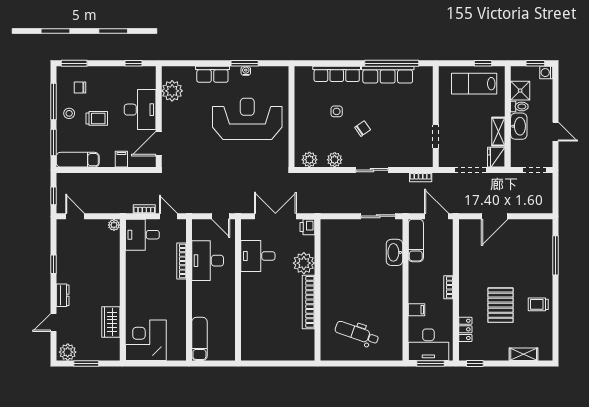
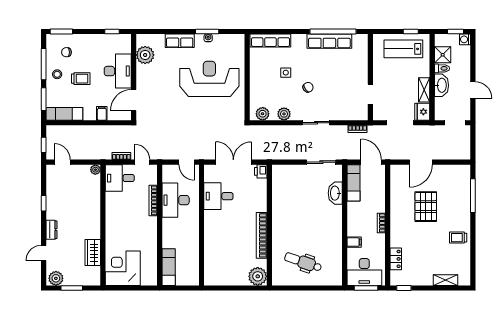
row of seats: (337, 74) -> (270, 41), moved
plant: (304, 263) -> (258, 276), moved
pallet: (500, 305) -> (426, 207), moved

